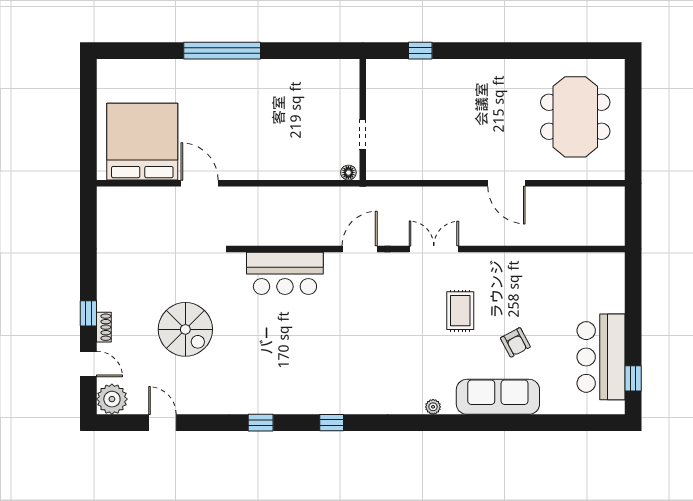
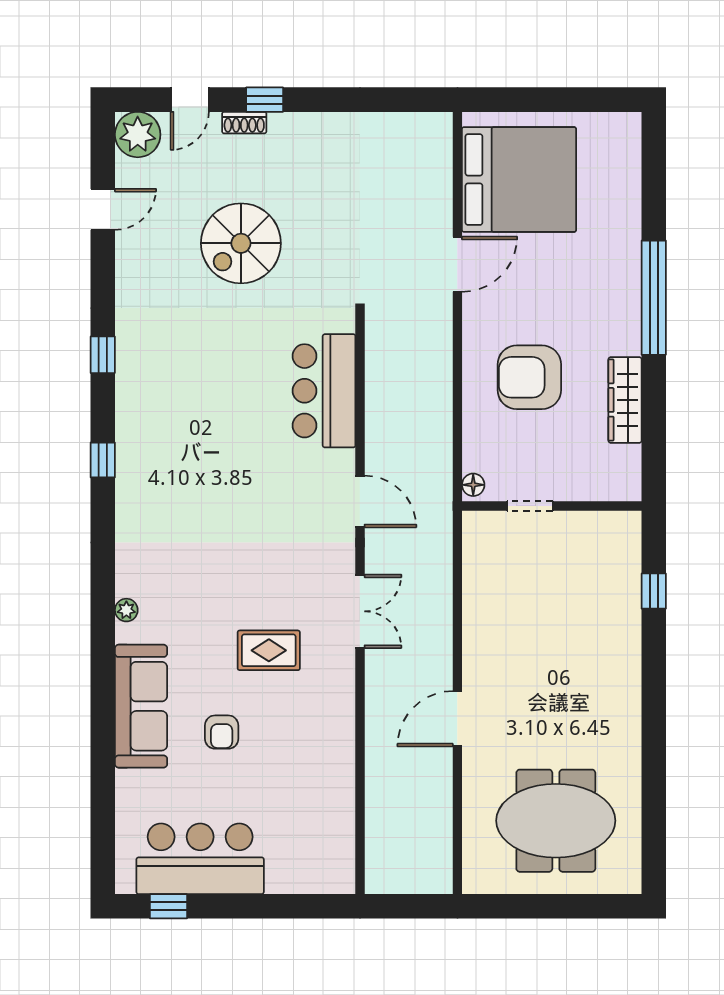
wardrobe: (291, 70) -> (625, 400), added
armchair: (276, 135) -> (529, 377), added
armchair: (515, 342) -> (222, 732), turned -62

